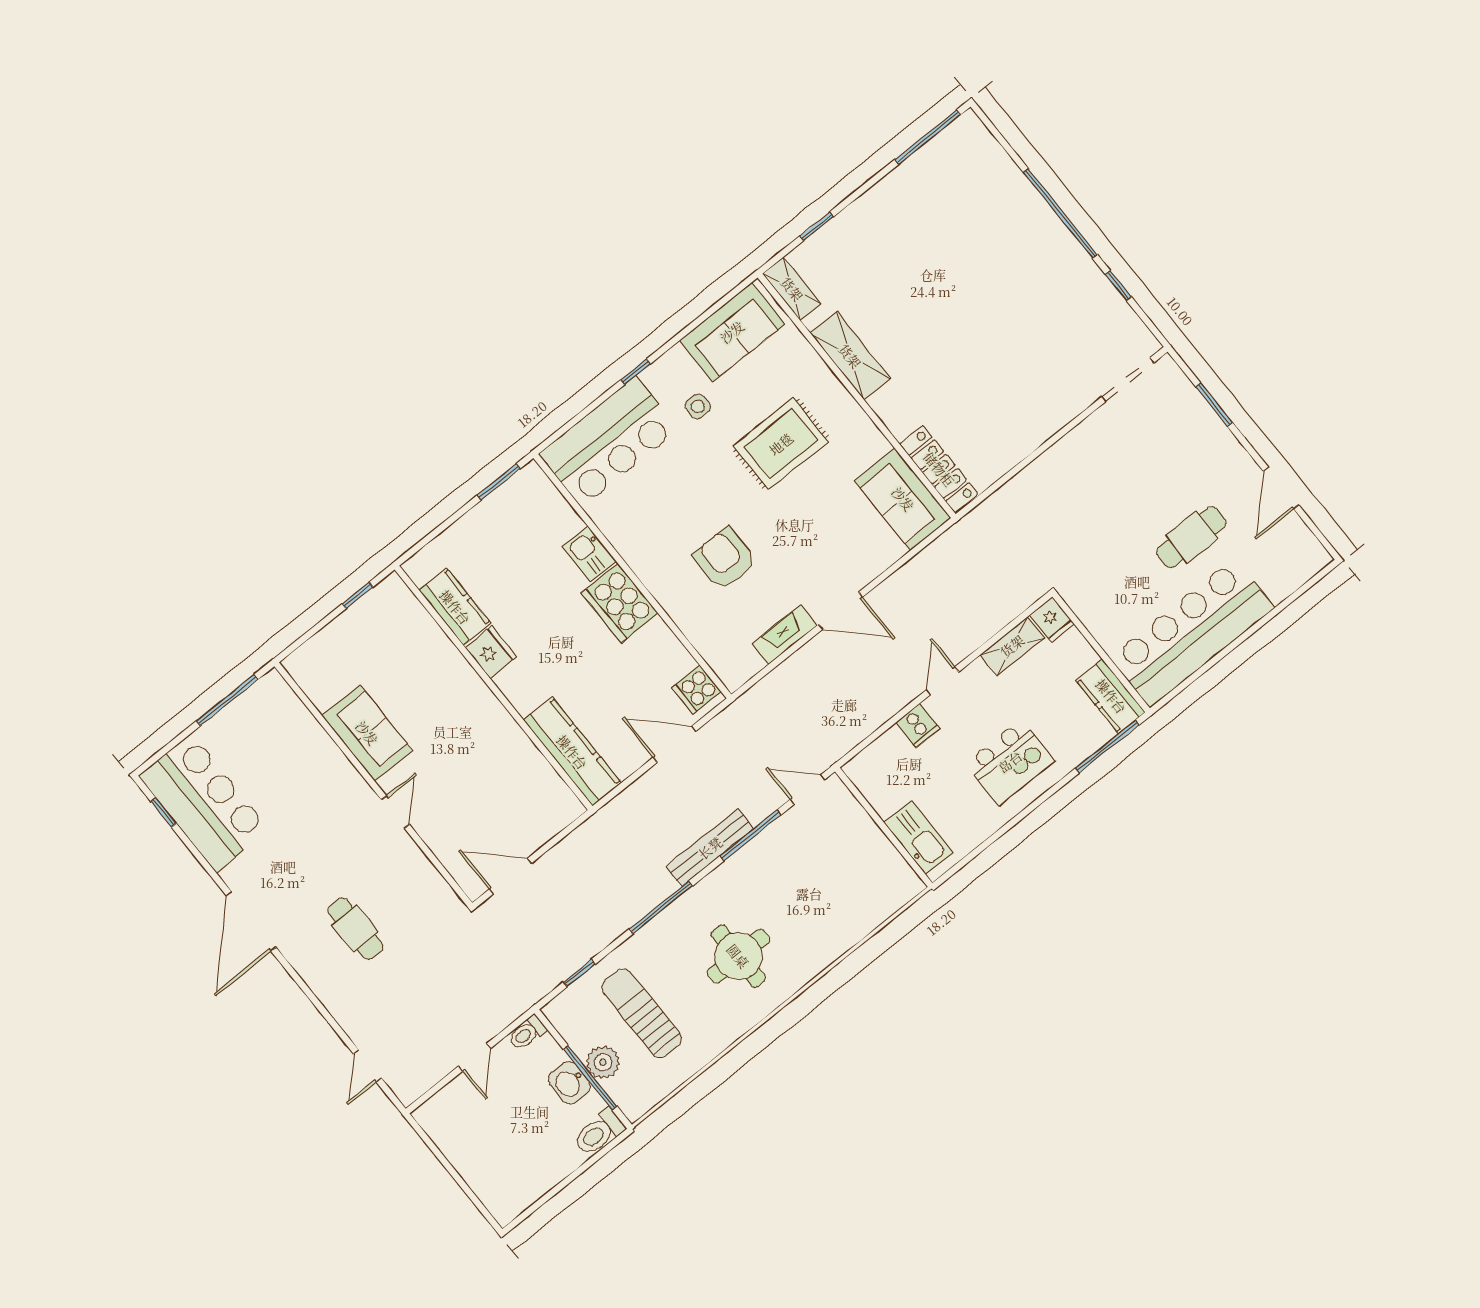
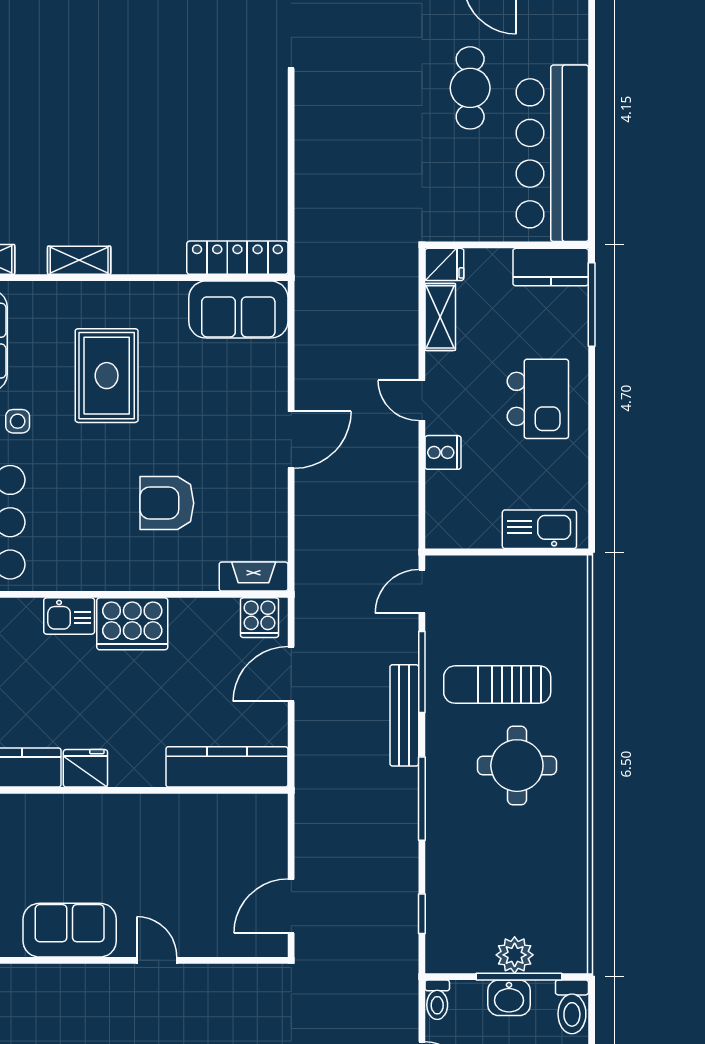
shelving: (850, 356) -> (79, 260), width x0.67, depth x0.75
fireplace: (785, 635) -> (254, 577), moved, turned 90
sun lounger: (642, 1013) -> (497, 685), moved

